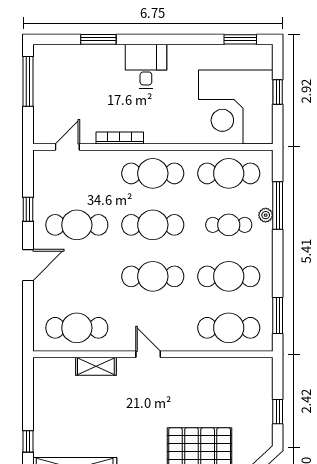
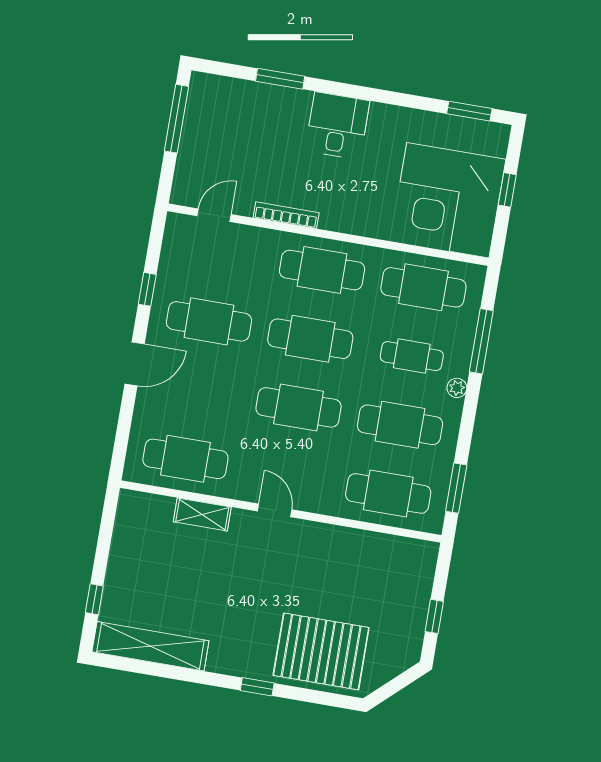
plant: (266, 215) -> (457, 388), moved

